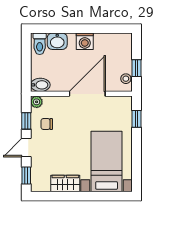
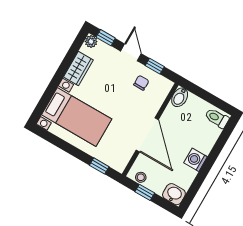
washbasin: (57, 41) -> (174, 194), moved, turned 90
plant: (37, 102) -> (91, 41), moved

